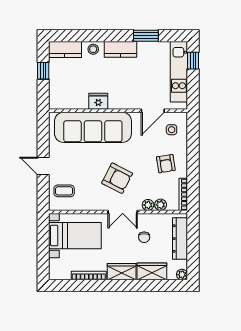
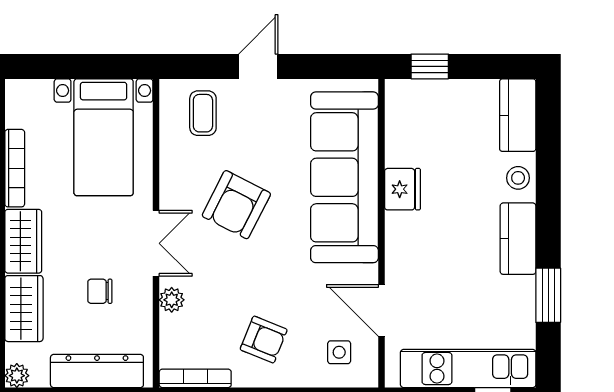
window: (43, 71) -> (430, 66), moved
armchair: (166, 164) -> (264, 339), turned -149
armchair: (117, 178) -> (236, 205), moved
plant: (161, 205) -> (172, 328), removed
double door: (123, 212) -> (156, 243), swing flipped

